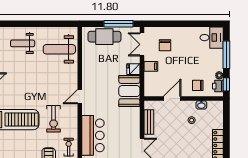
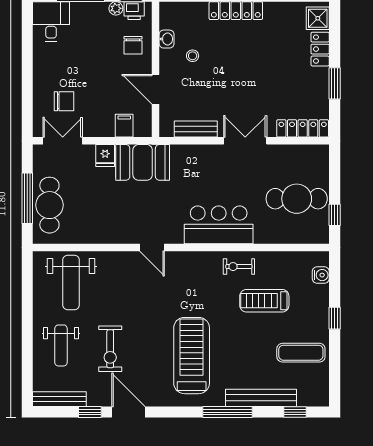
window: (119, 24) -> (27, 198), moved
double door: (142, 44) -> (63, 141), swing flipped
filing cabinet: (151, 66) -> (124, 126), moved
exercise bike: (54, 119) -> (110, 349), moved, turned 90

